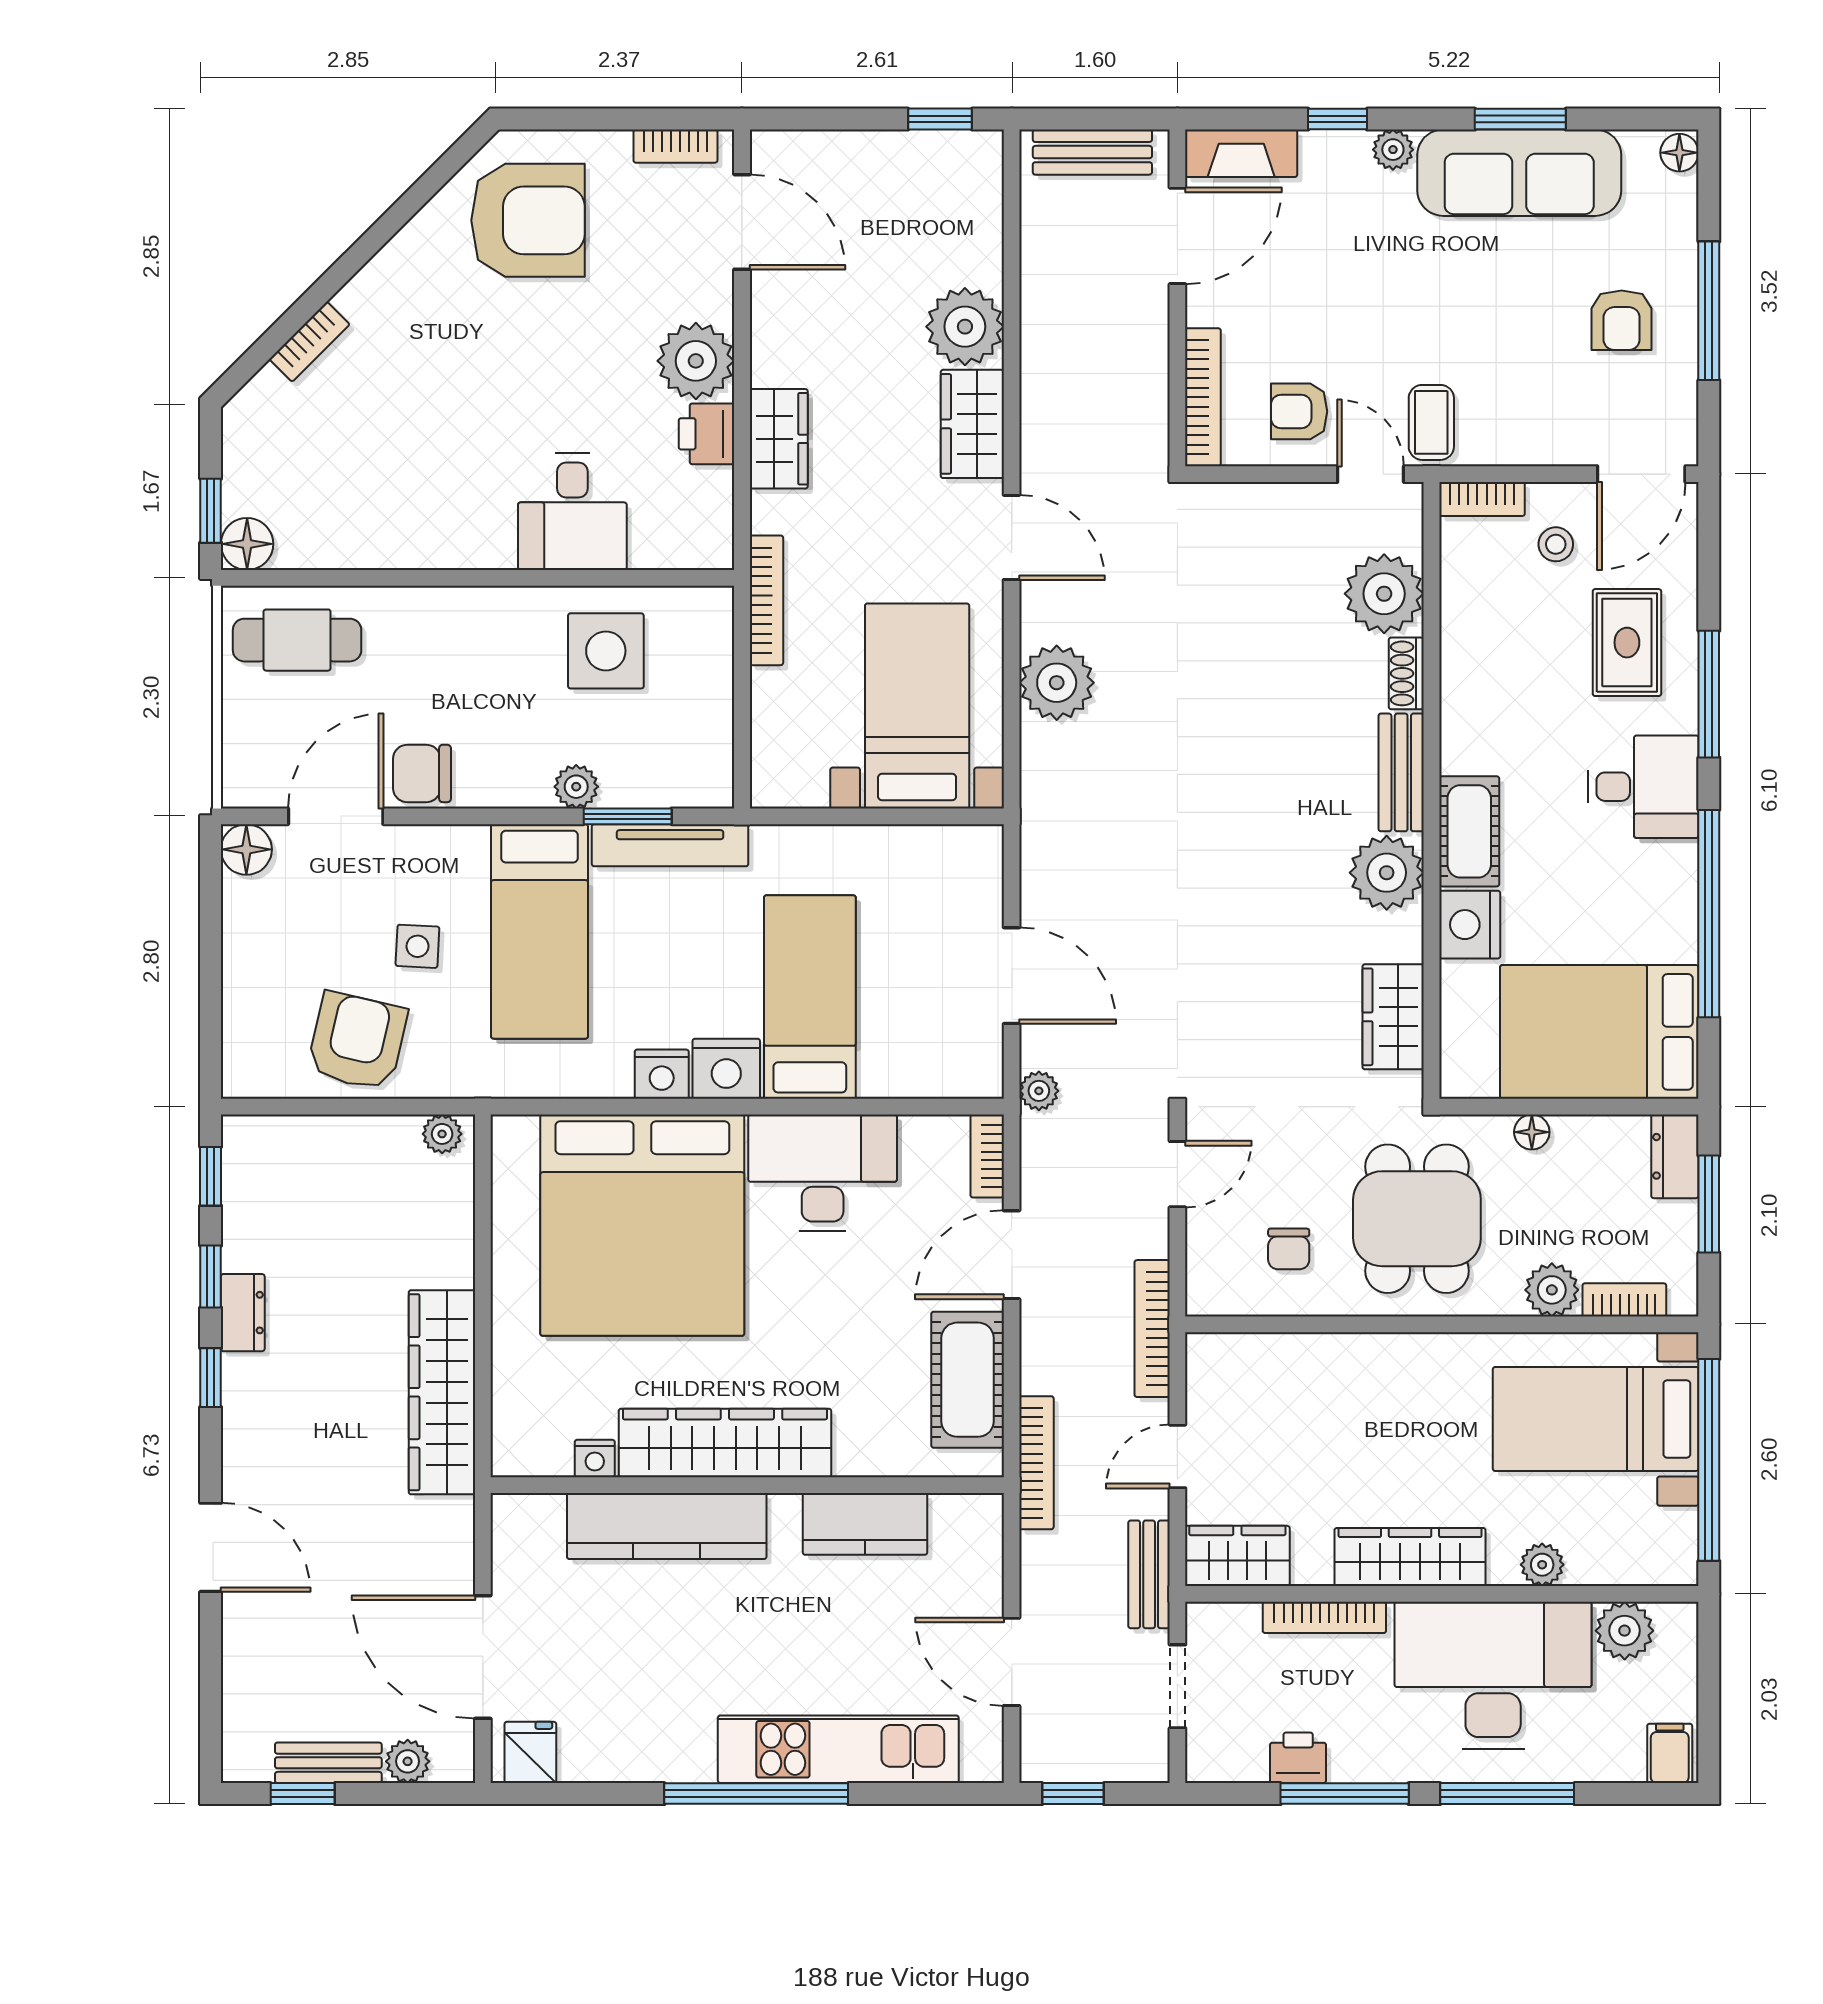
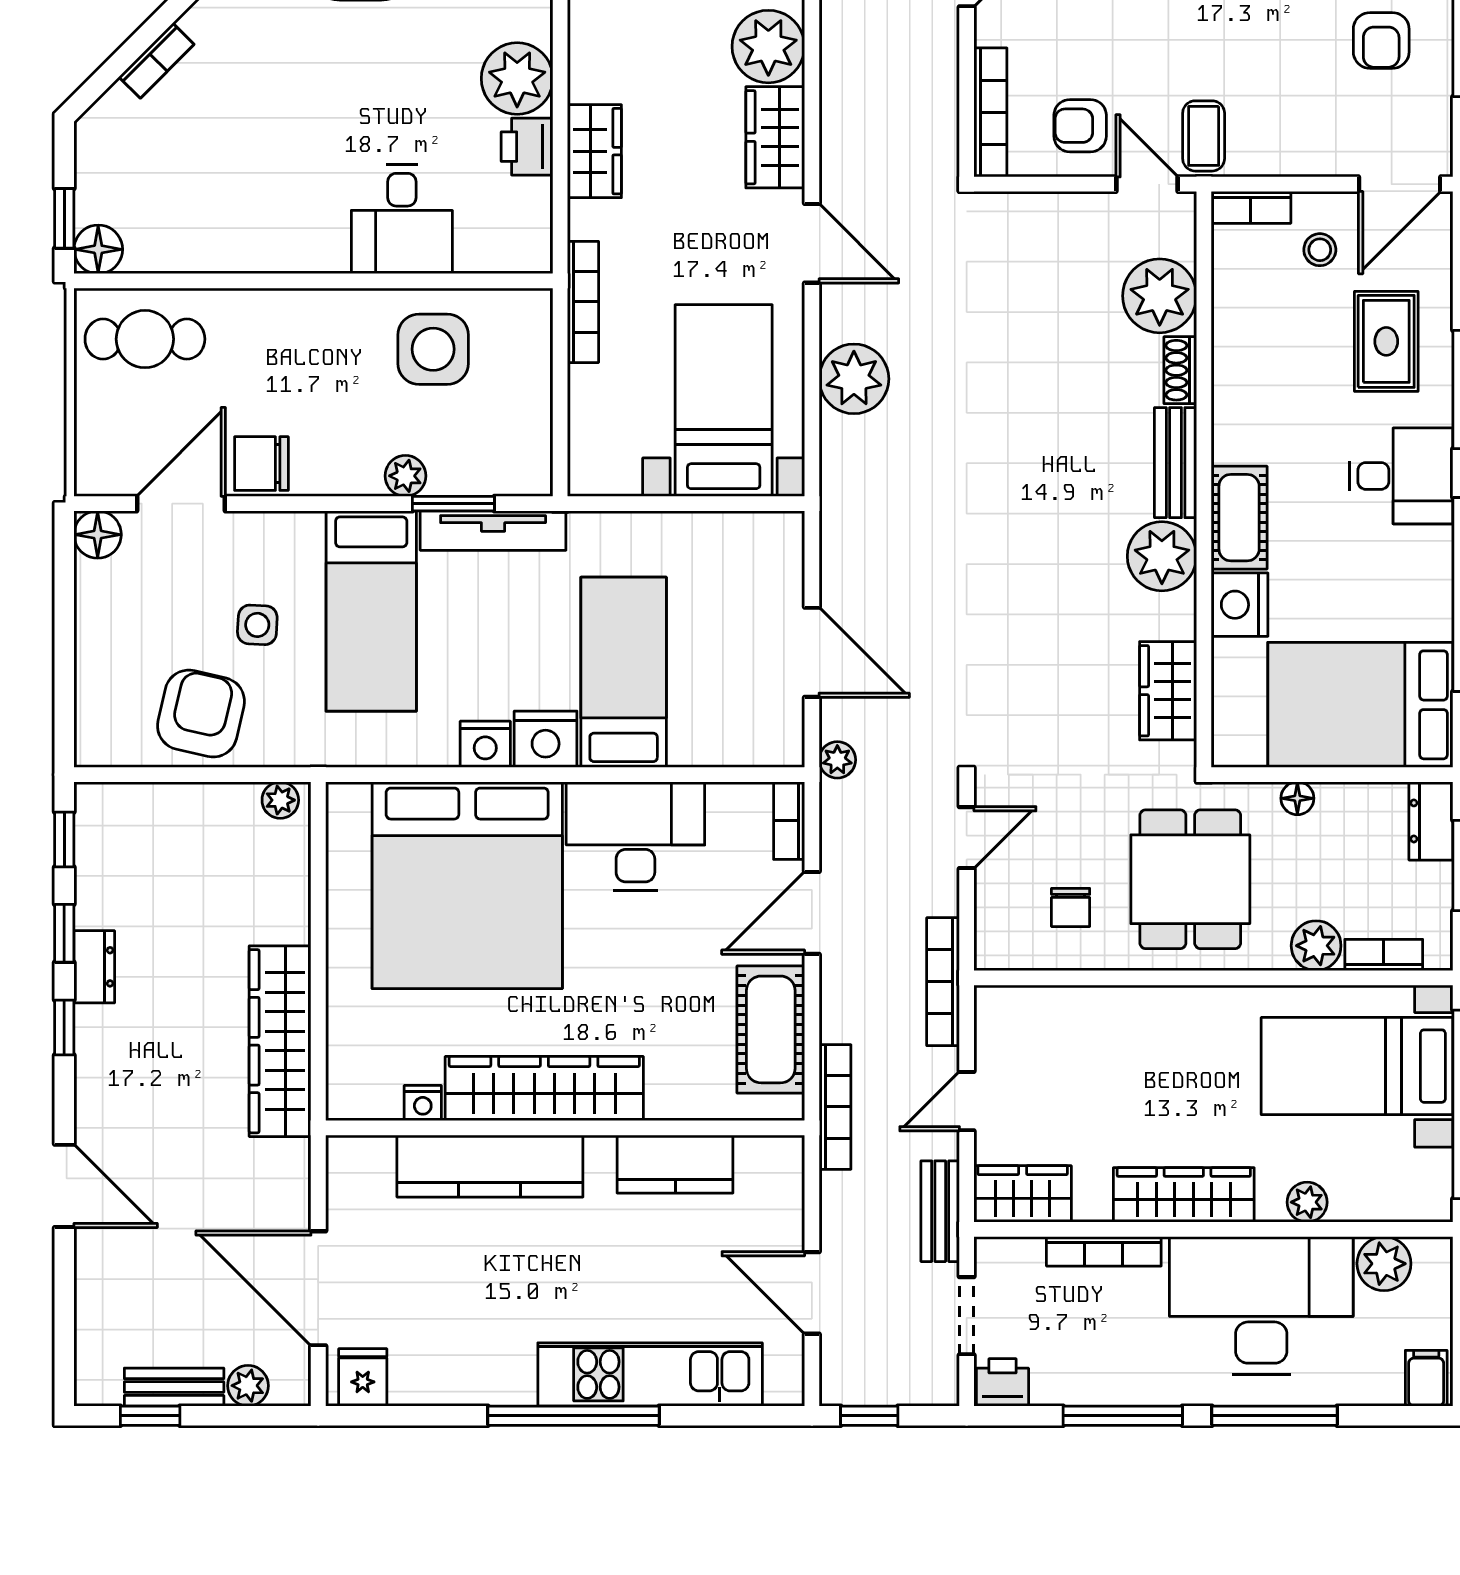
printer: (1298, 1758) -> (1003, 1382), moved

